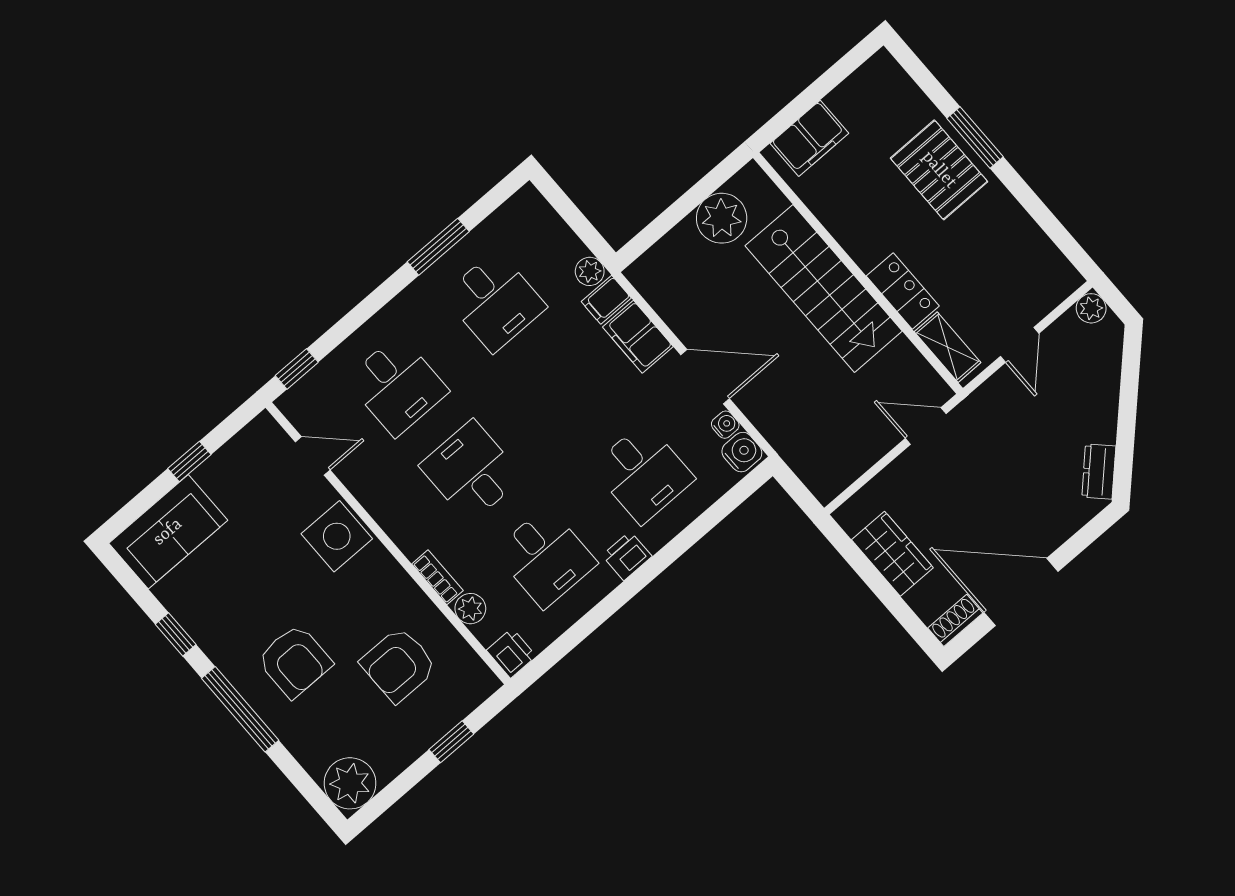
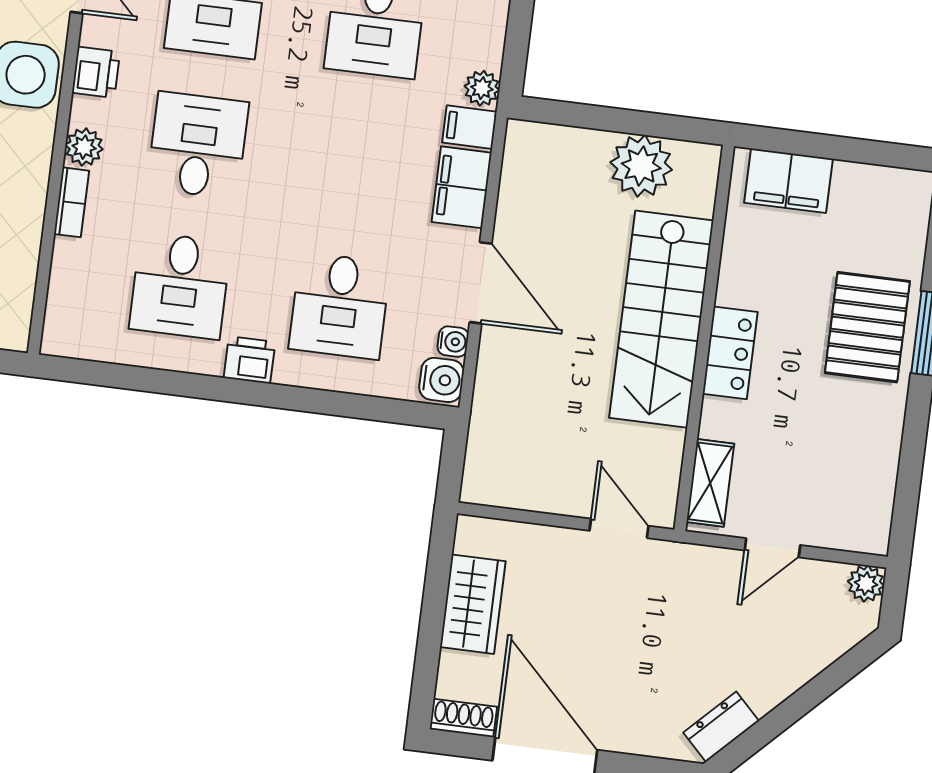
locker: (903, 291) -> (730, 353), moved
plant: (470, 609) -> (84, 147), moved
printer: (511, 653) -> (96, 72), moved

